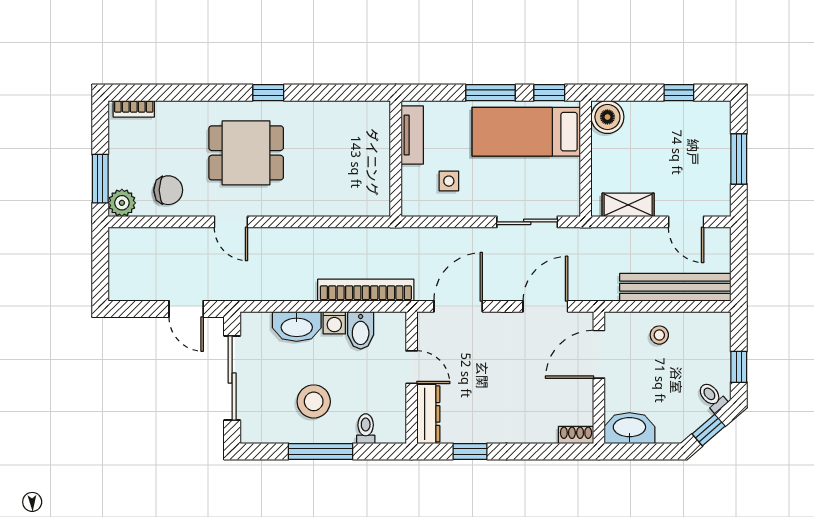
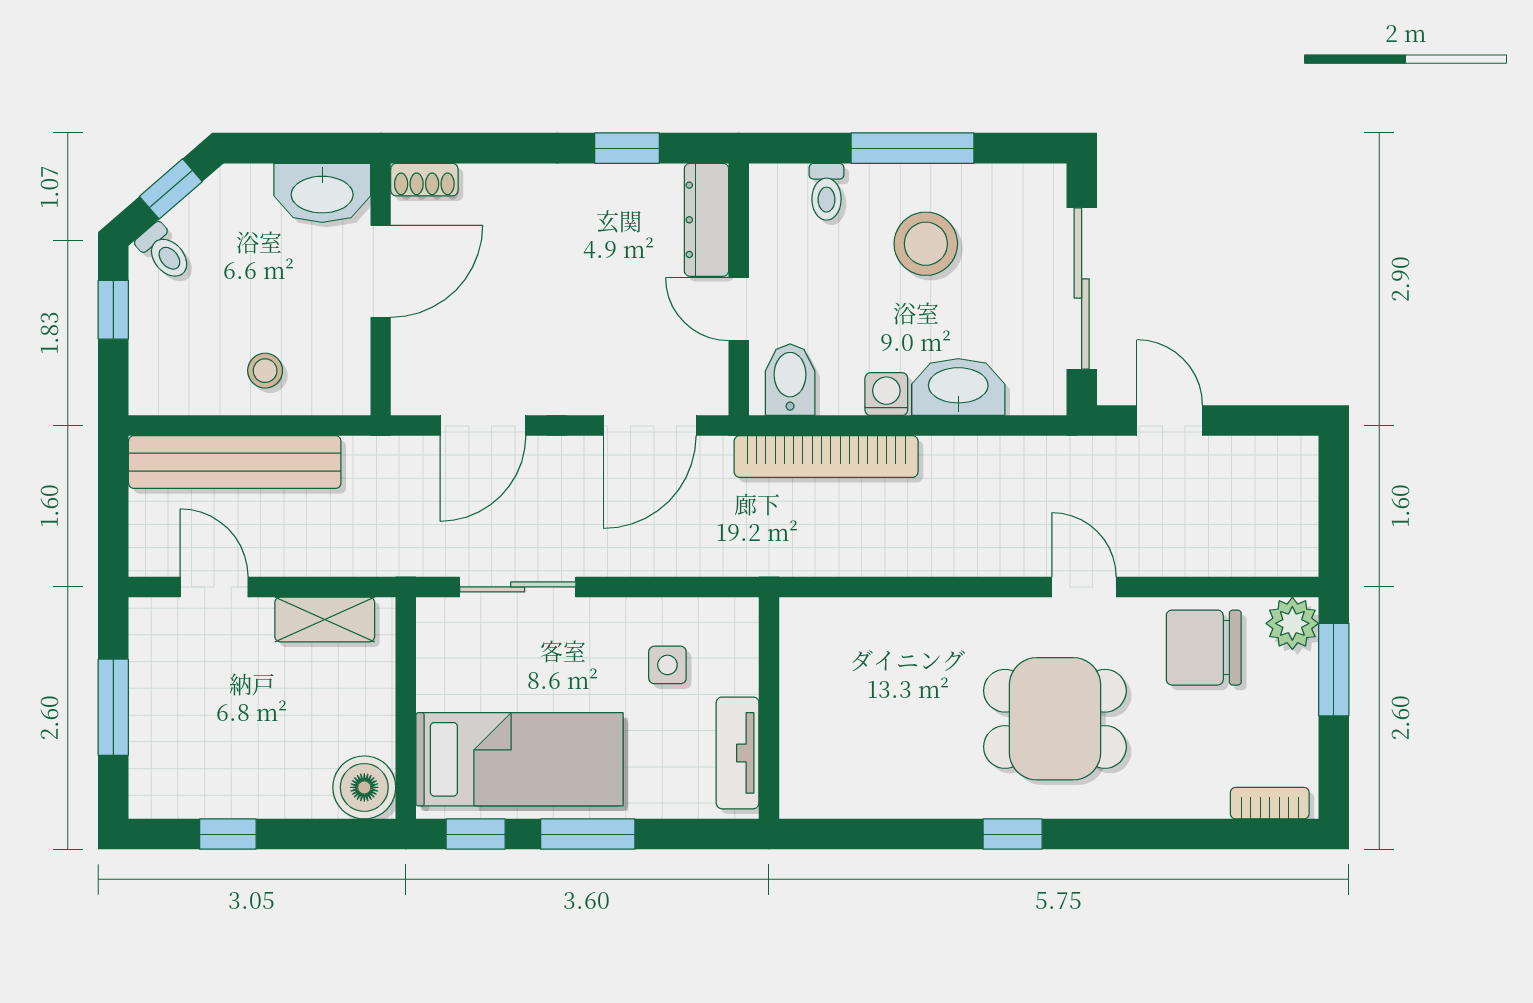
chair: (168, 190) -> (1204, 648), width x1.37, depth x1.37
bidet: (361, 330) -> (790, 380), moved
door: (599, 354) -> (381, 271), moved

